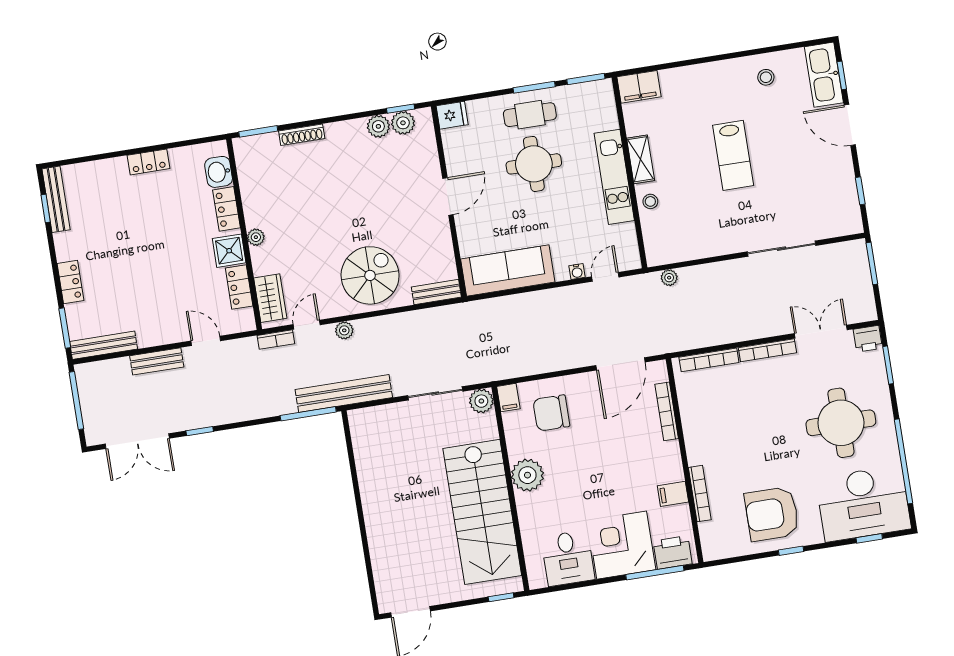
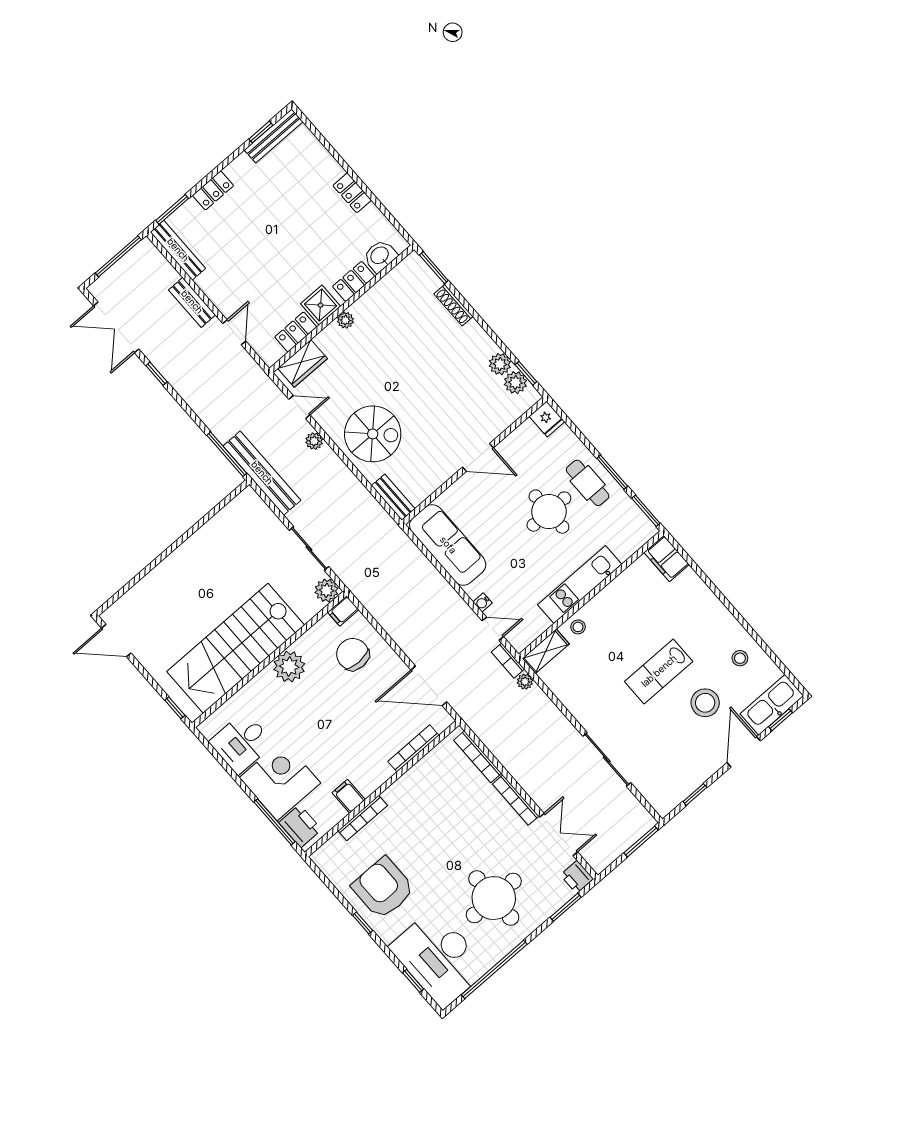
stool: (786, 132) -> (705, 703), added
shelving: (641, 159) -> (546, 651), moved
bookcase: (276, 340) -> (508, 661), moved

